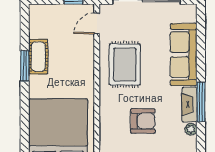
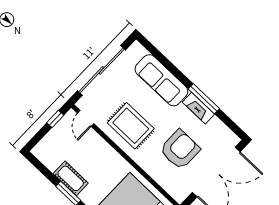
armchair: (143, 121) -> (180, 150), width x1.36, depth x1.36
plant: (191, 129) -> (216, 123), removed

